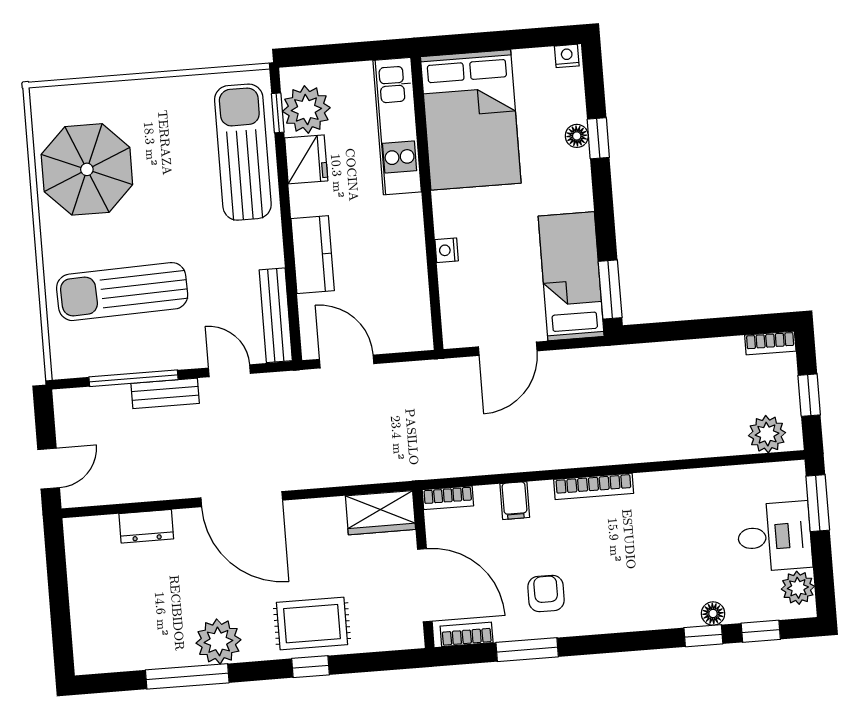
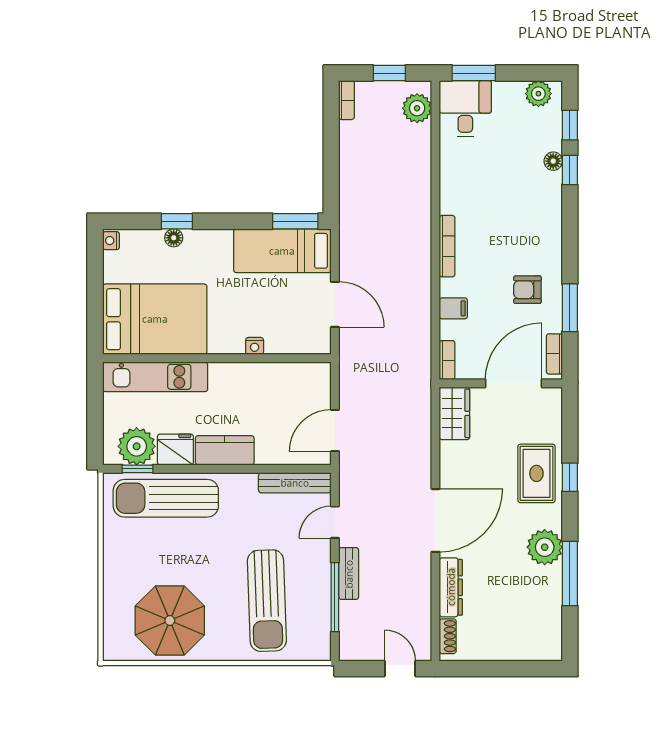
kitchen counter: (313, 255) -> (225, 450), moved
shoe rack: (95, 526) -> (448, 636), added
dresser: (146, 526) -> (451, 587), width x1.44
desk: (774, 537) -> (465, 109), moved

